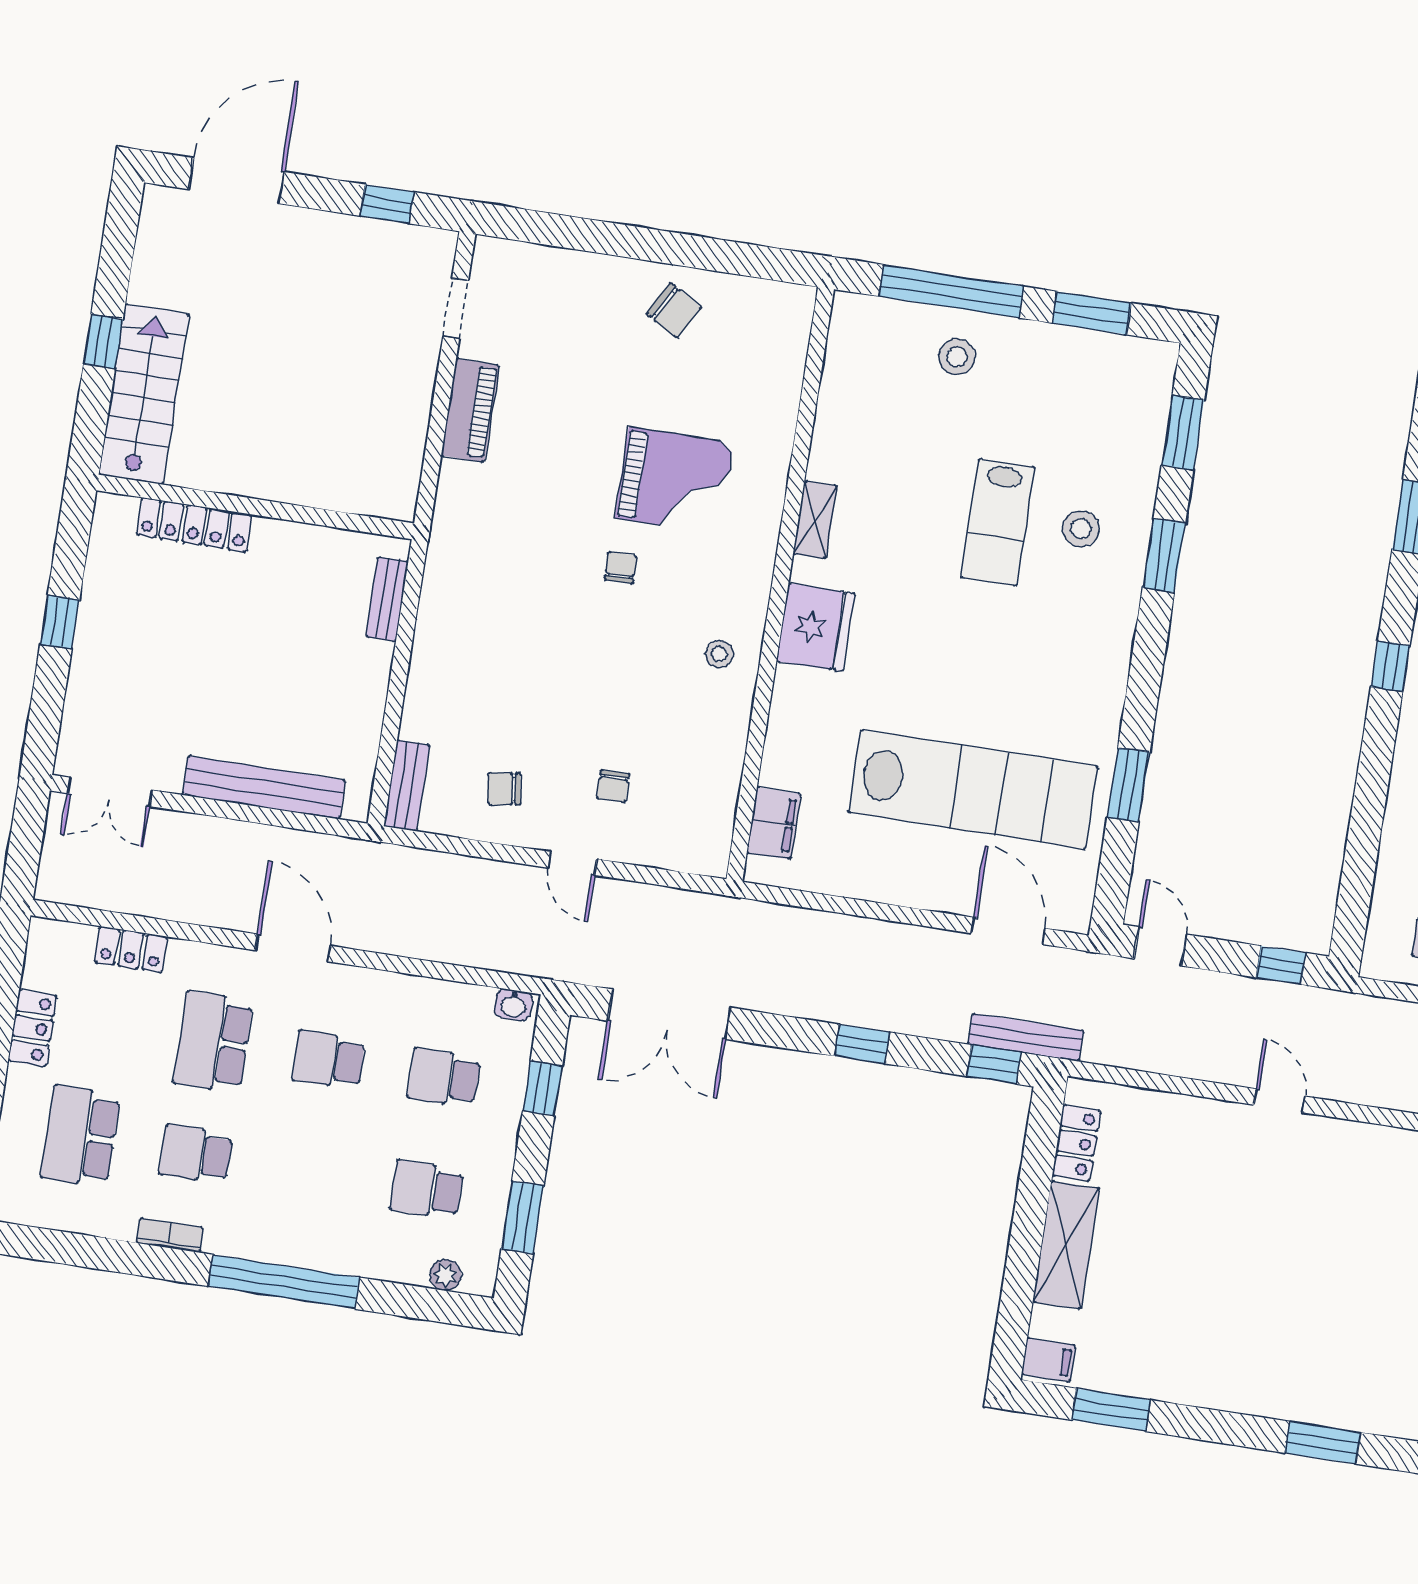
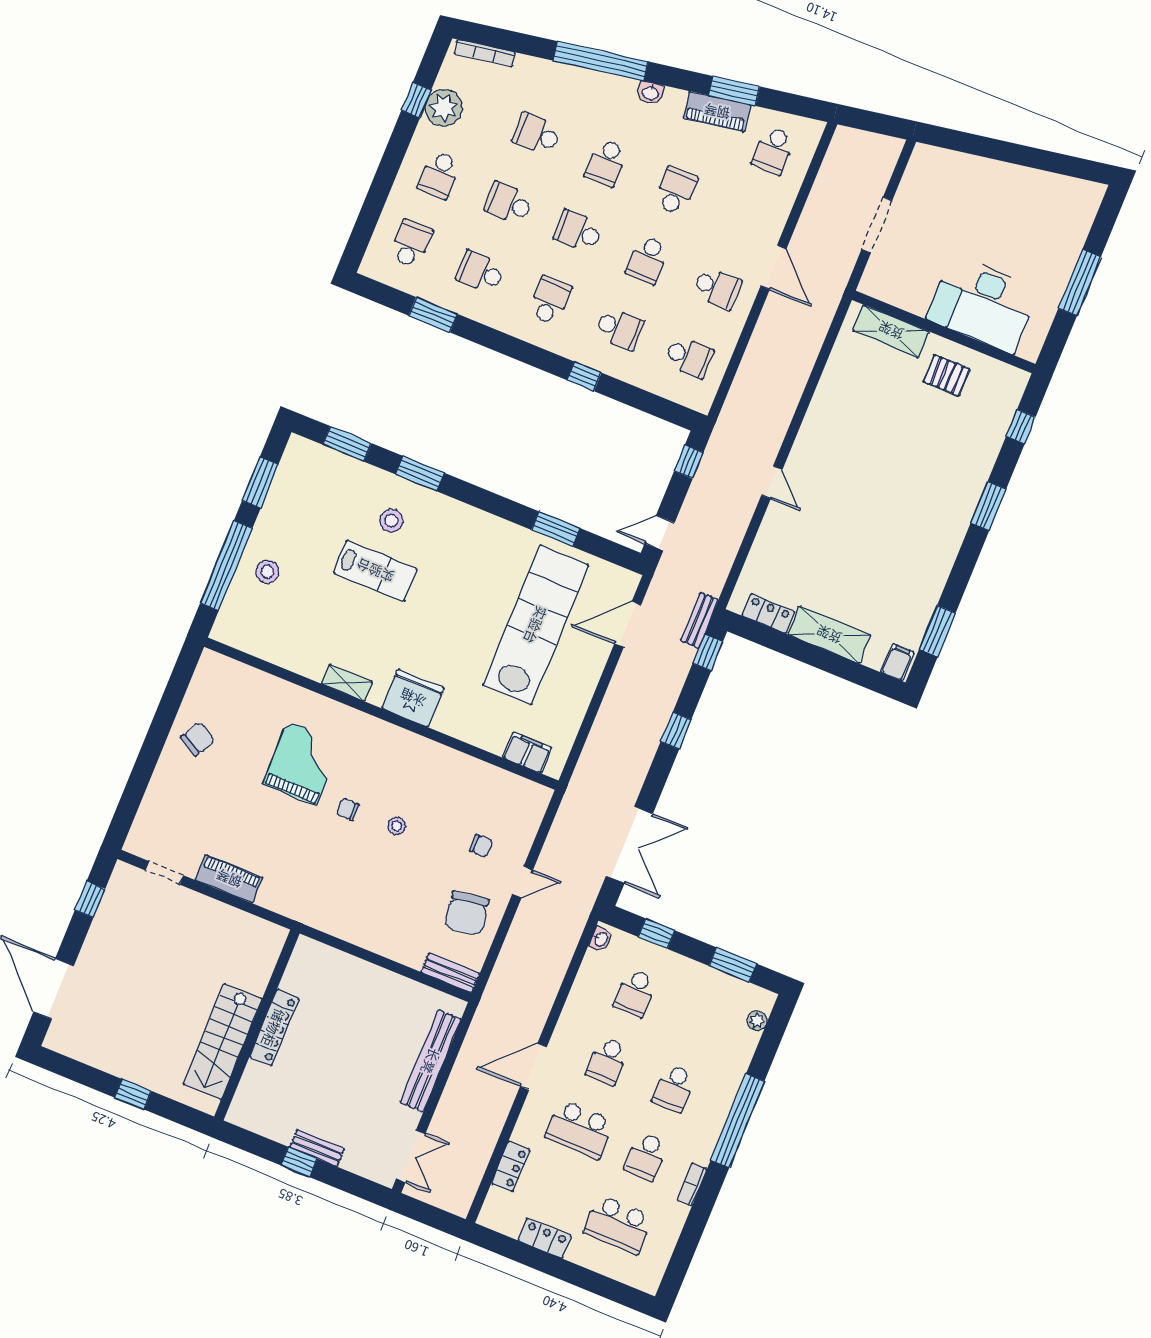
stairs: (144, 394) -> (223, 1041), moved, turned -90
locker: (194, 525) -> (274, 1028), moved
bench: (387, 599) -> (317, 1148), moved
stool: (719, 654) -> (397, 826), moved
window: (1390, 666) -> (584, 376), moved
chair: (504, 789) -> (467, 913), width x1.87, depth x1.87
bench: (1026, 1037) -> (699, 620), width x0.73
door: (1279, 1101) -> (772, 482), swing flipped
school desk: (427, 1190) -> (674, 1088), moved

